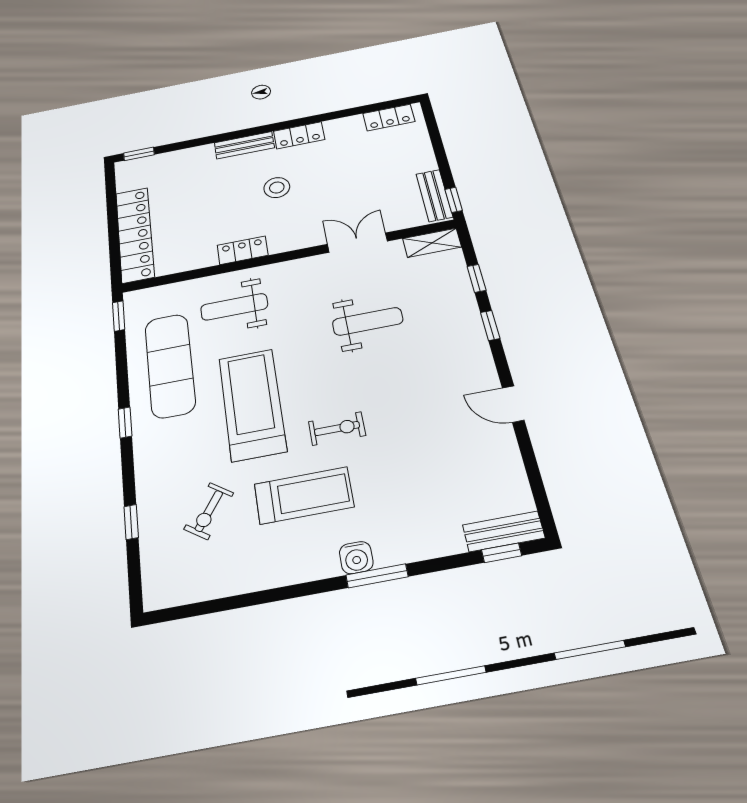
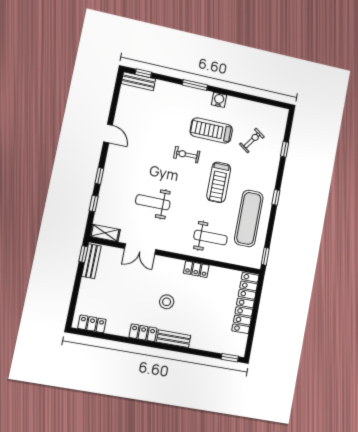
treadmill: (252, 404) -> (219, 182), width x0.73, depth x0.73
water cooler: (356, 558) -> (219, 100), moved

